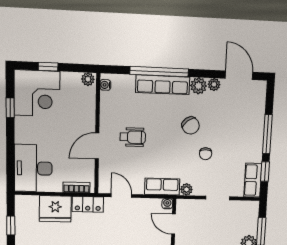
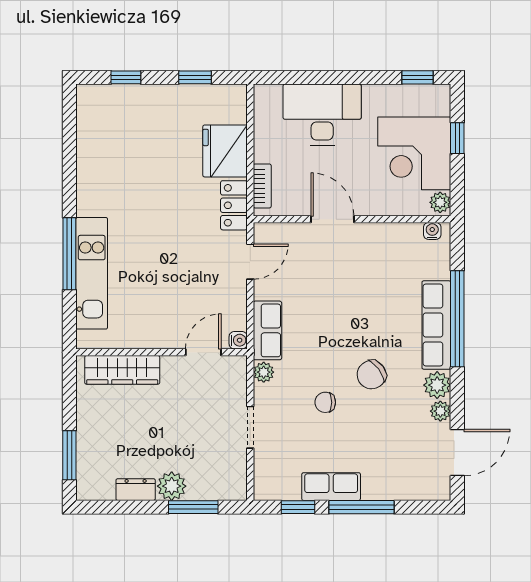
corner desk: (37, 93) -> (414, 153), moved
window: (10, 108) -> (418, 77), moved
wheelchair: (133, 137) -> (349, 278), removed
desk: (33, 168) -> (322, 115), moved
row of seats: (253, 180) -> (331, 487), moved

